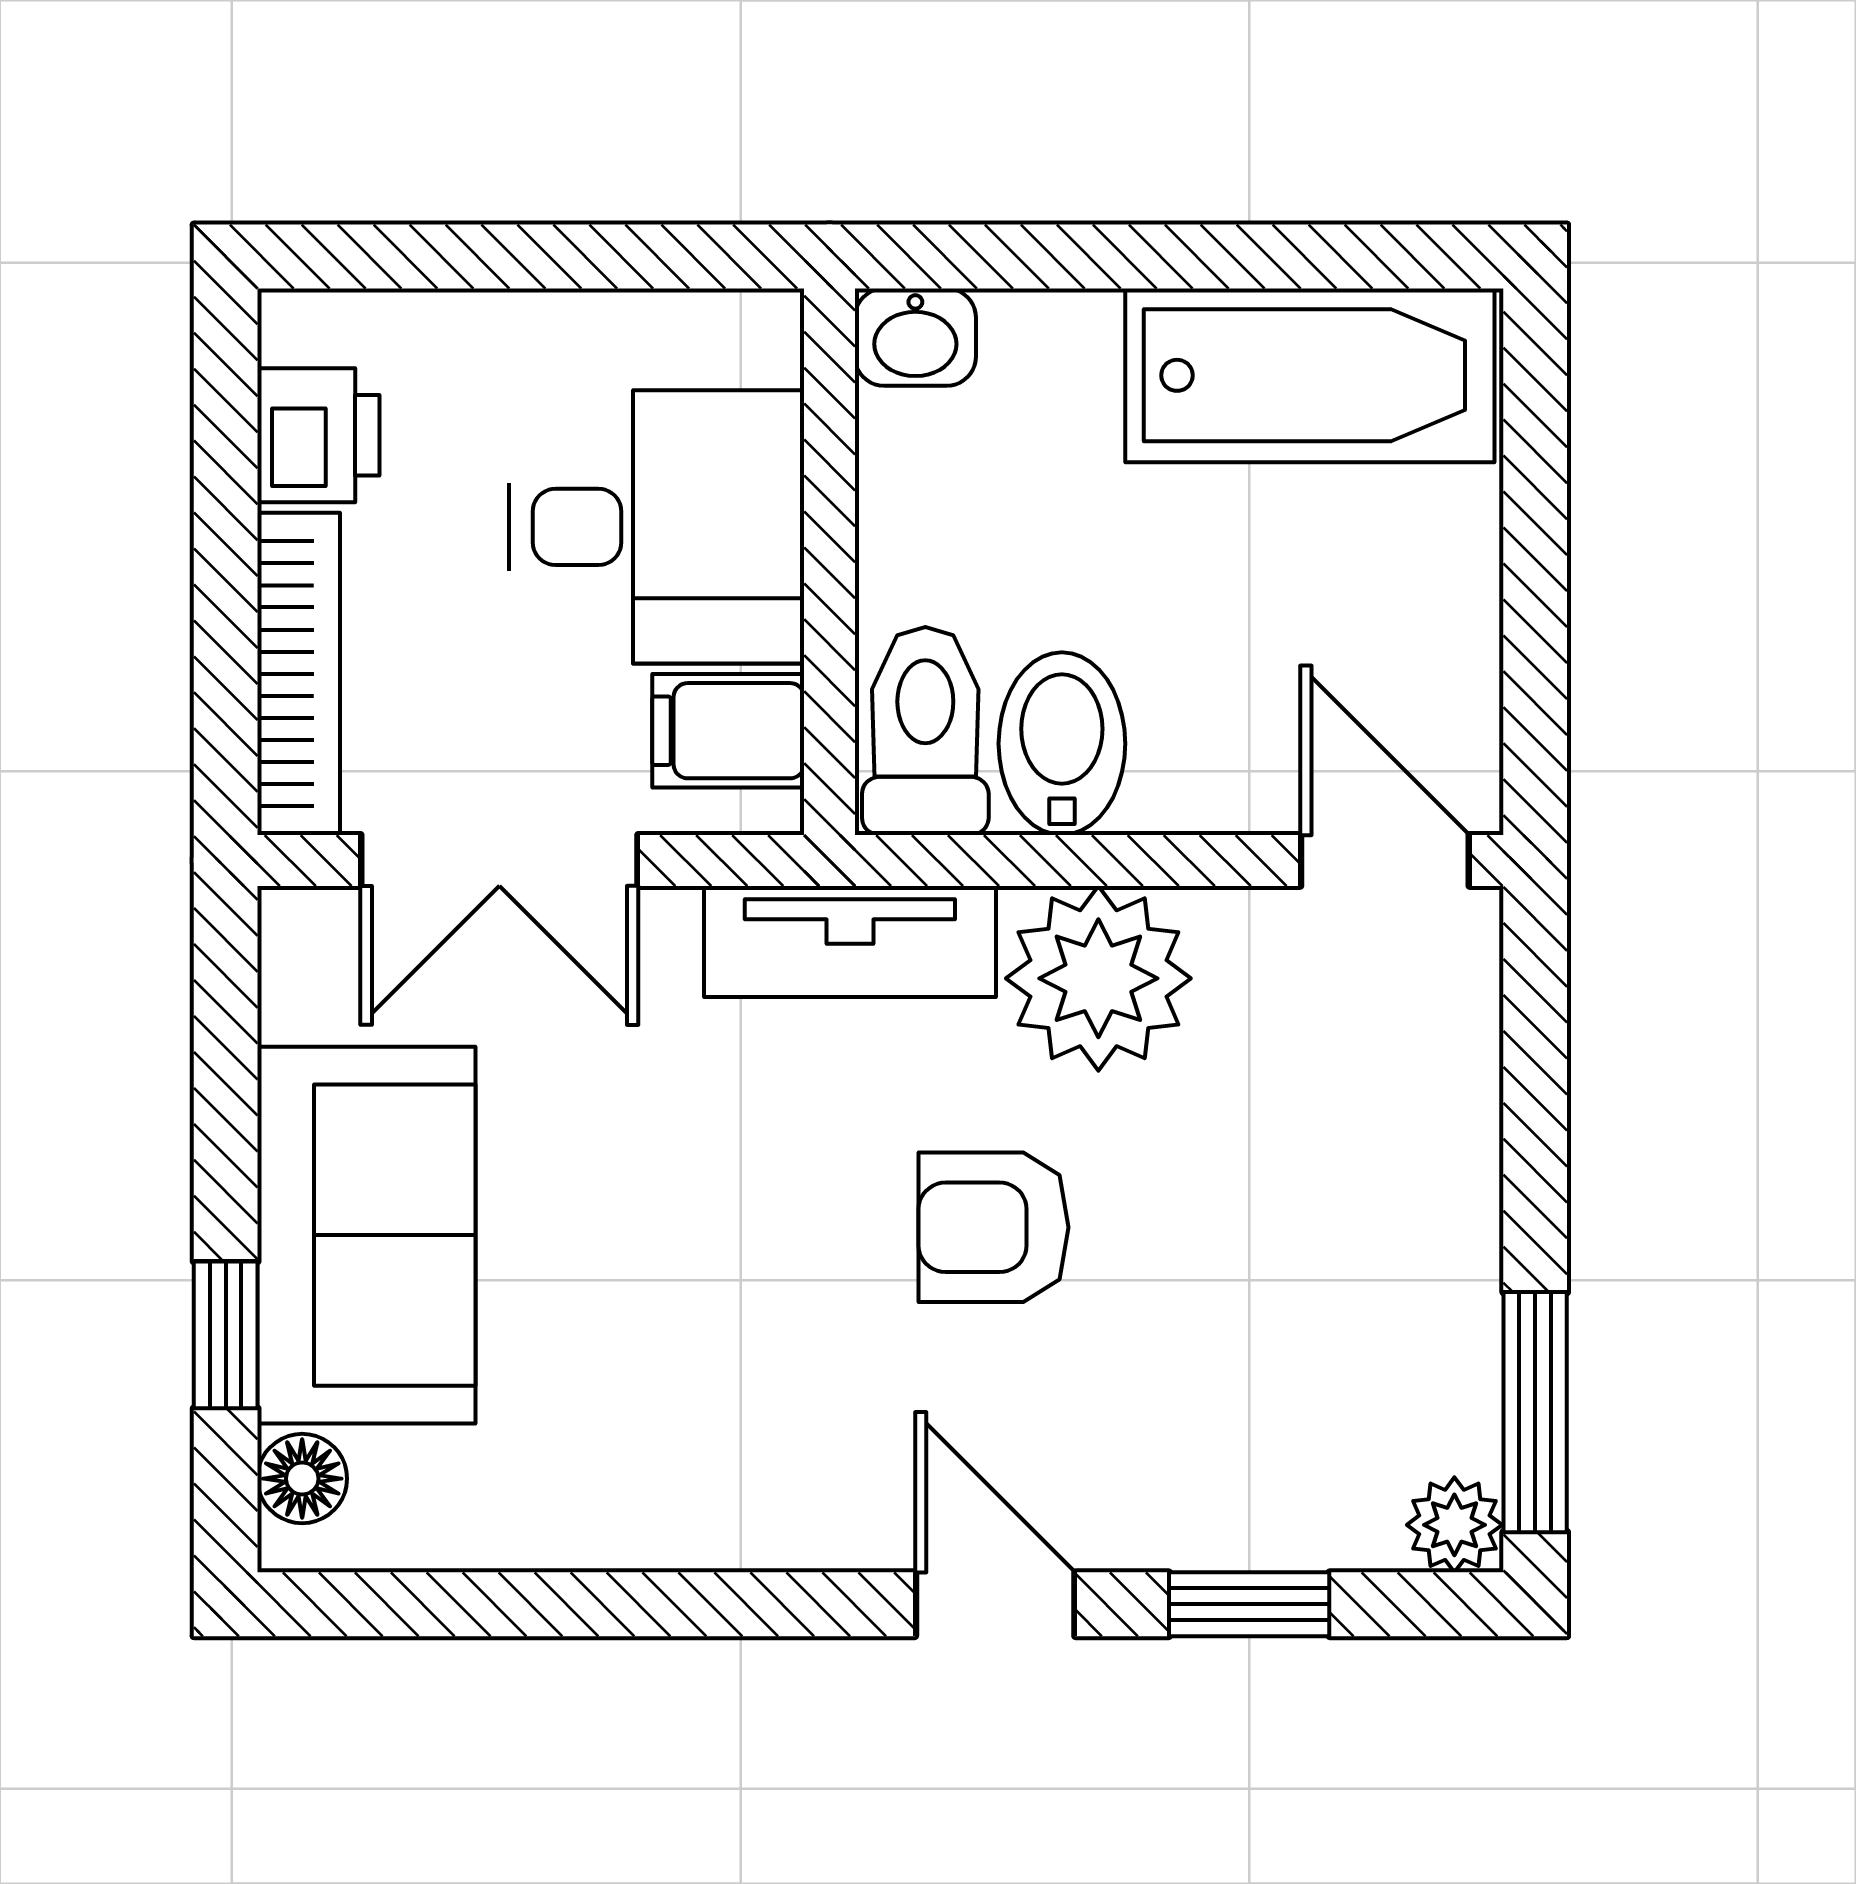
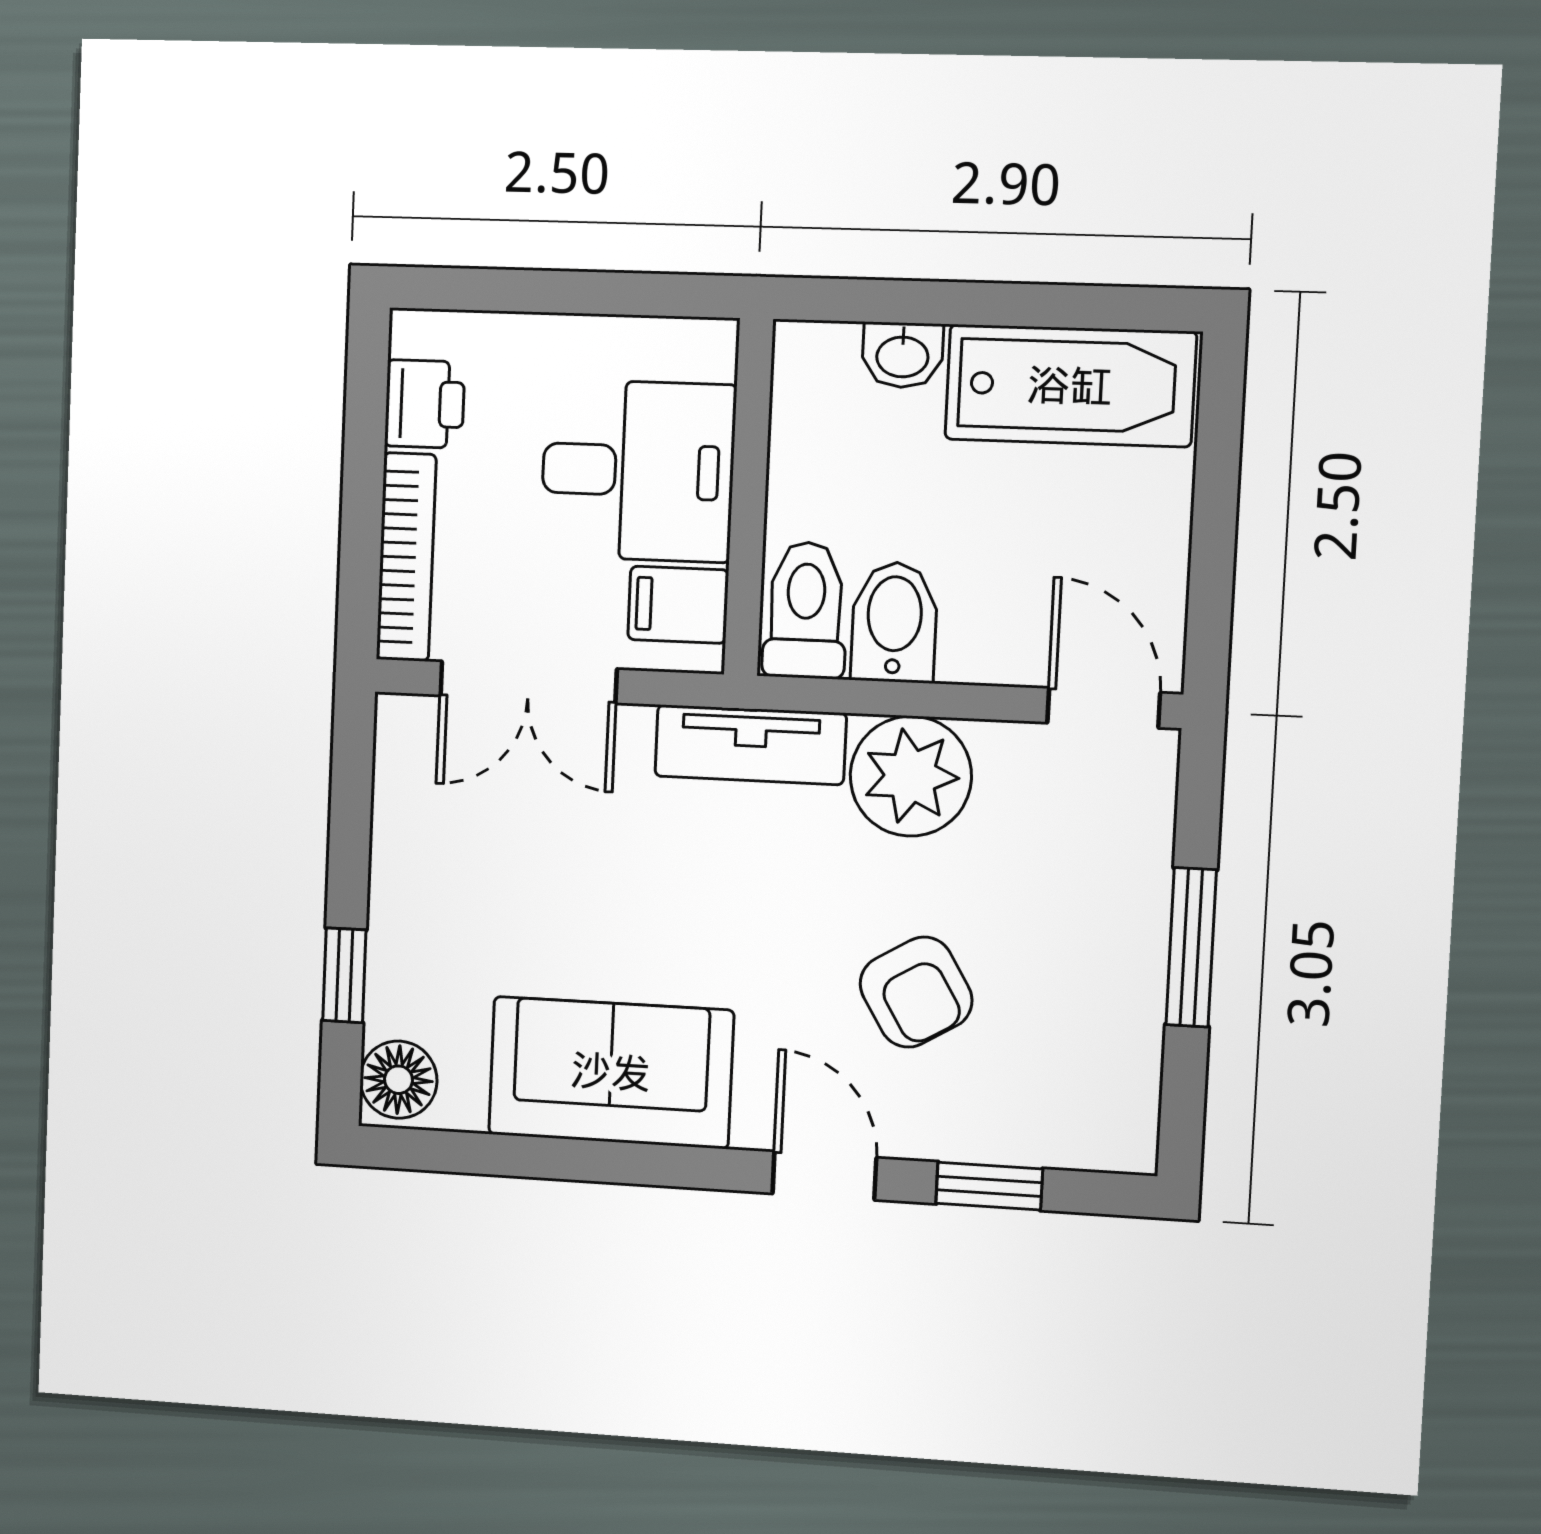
washbasin: (915, 337) -> (902, 355), moved
armchair: (993, 1227) -> (916, 992), moved, turned -121
sofa: (366, 1235) -> (611, 1072), moved, turned -90
window: (1535, 1412) -> (1191, 947), moved
floor lamp: (302, 1479) -> (398, 1080), width x1.37, depth x1.37
plant: (1454, 1525) -> (1127, 1143), removed

